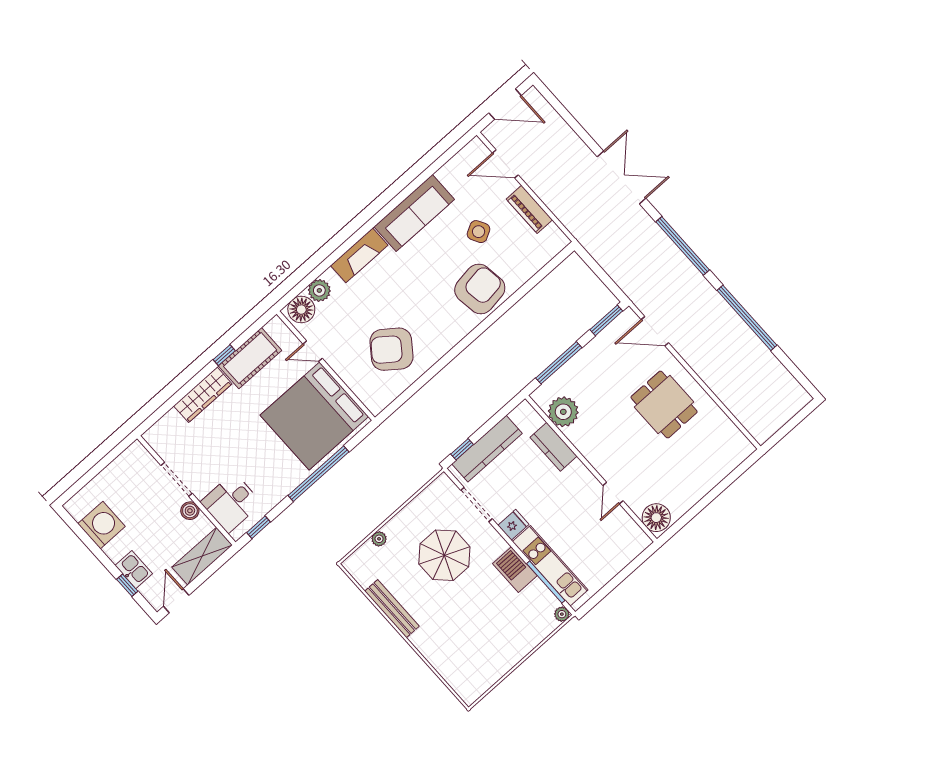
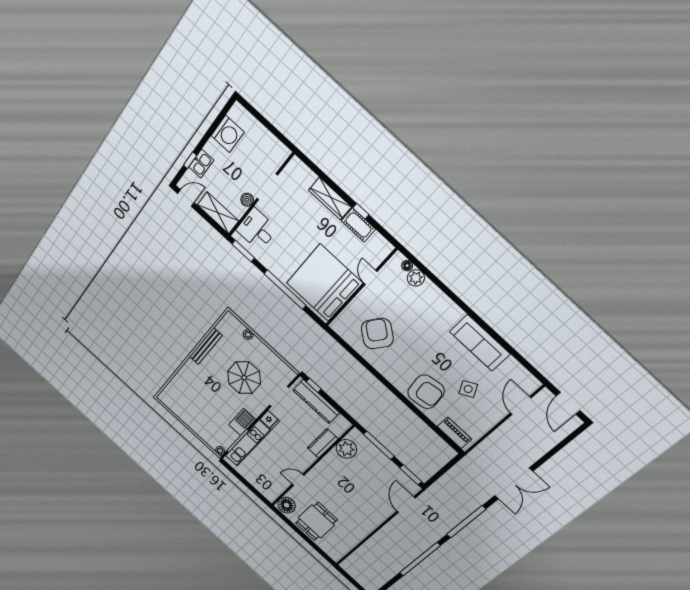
piano: (529, 209) -> (454, 433), moved, turned 90
fireplace: (359, 255) -> (445, 305), removed
floor lamp: (301, 310) -> (407, 266), width x0.53, depth x0.53
cot: (250, 358) -> (358, 225), width x0.73, depth x0.75
dining table: (664, 405) -> (316, 521), moved
window: (259, 527) -> (243, 251), width x1.50

